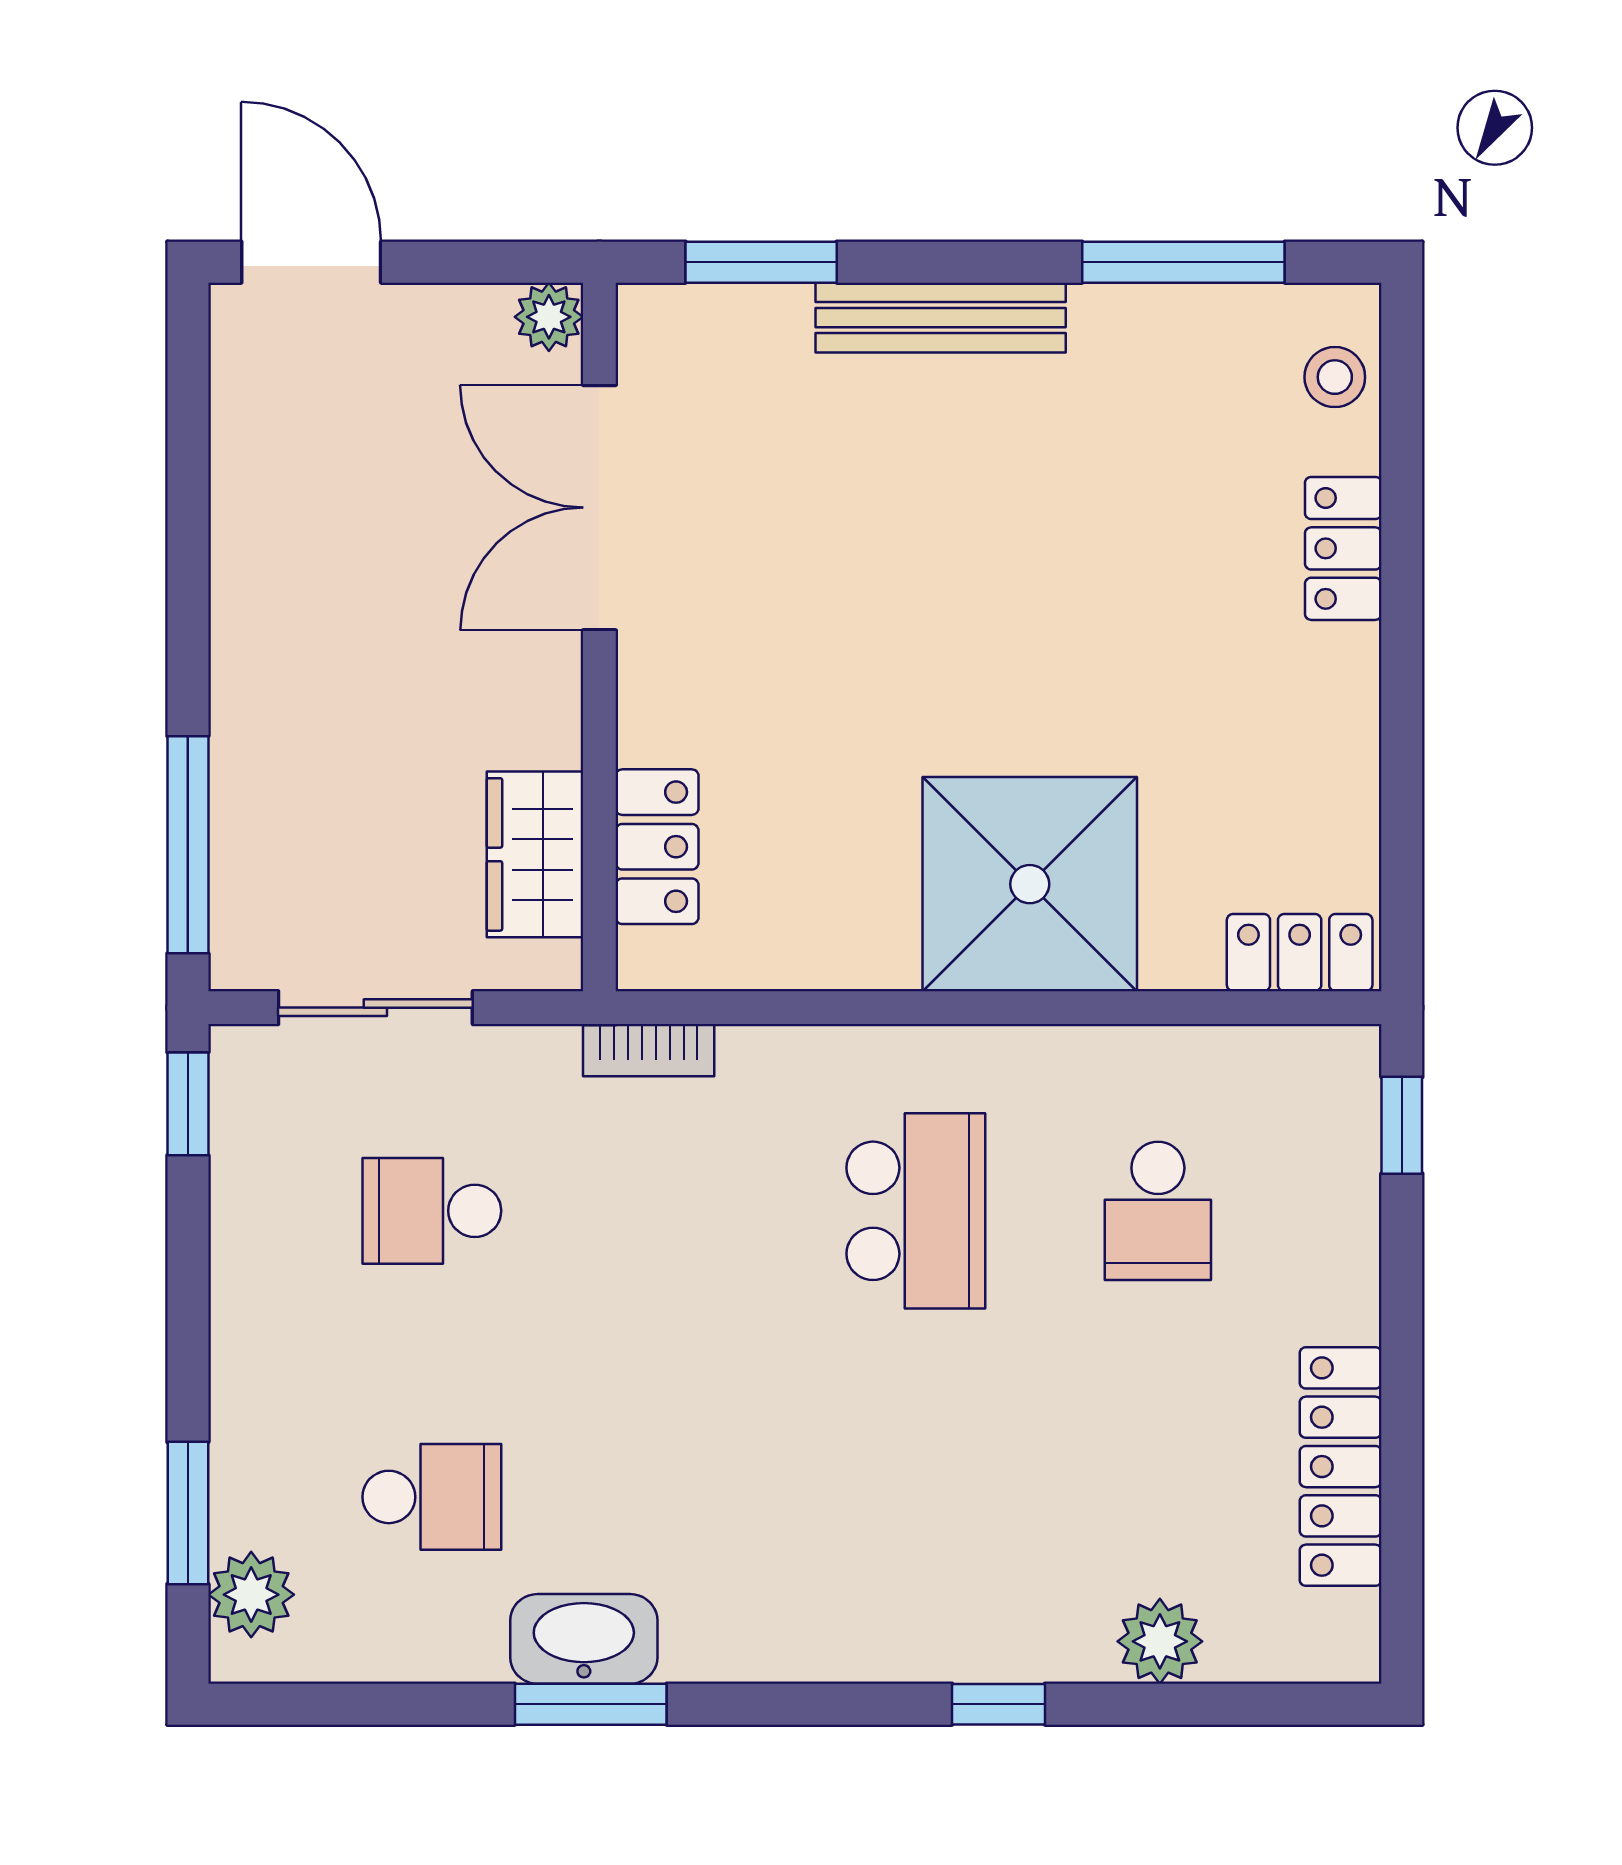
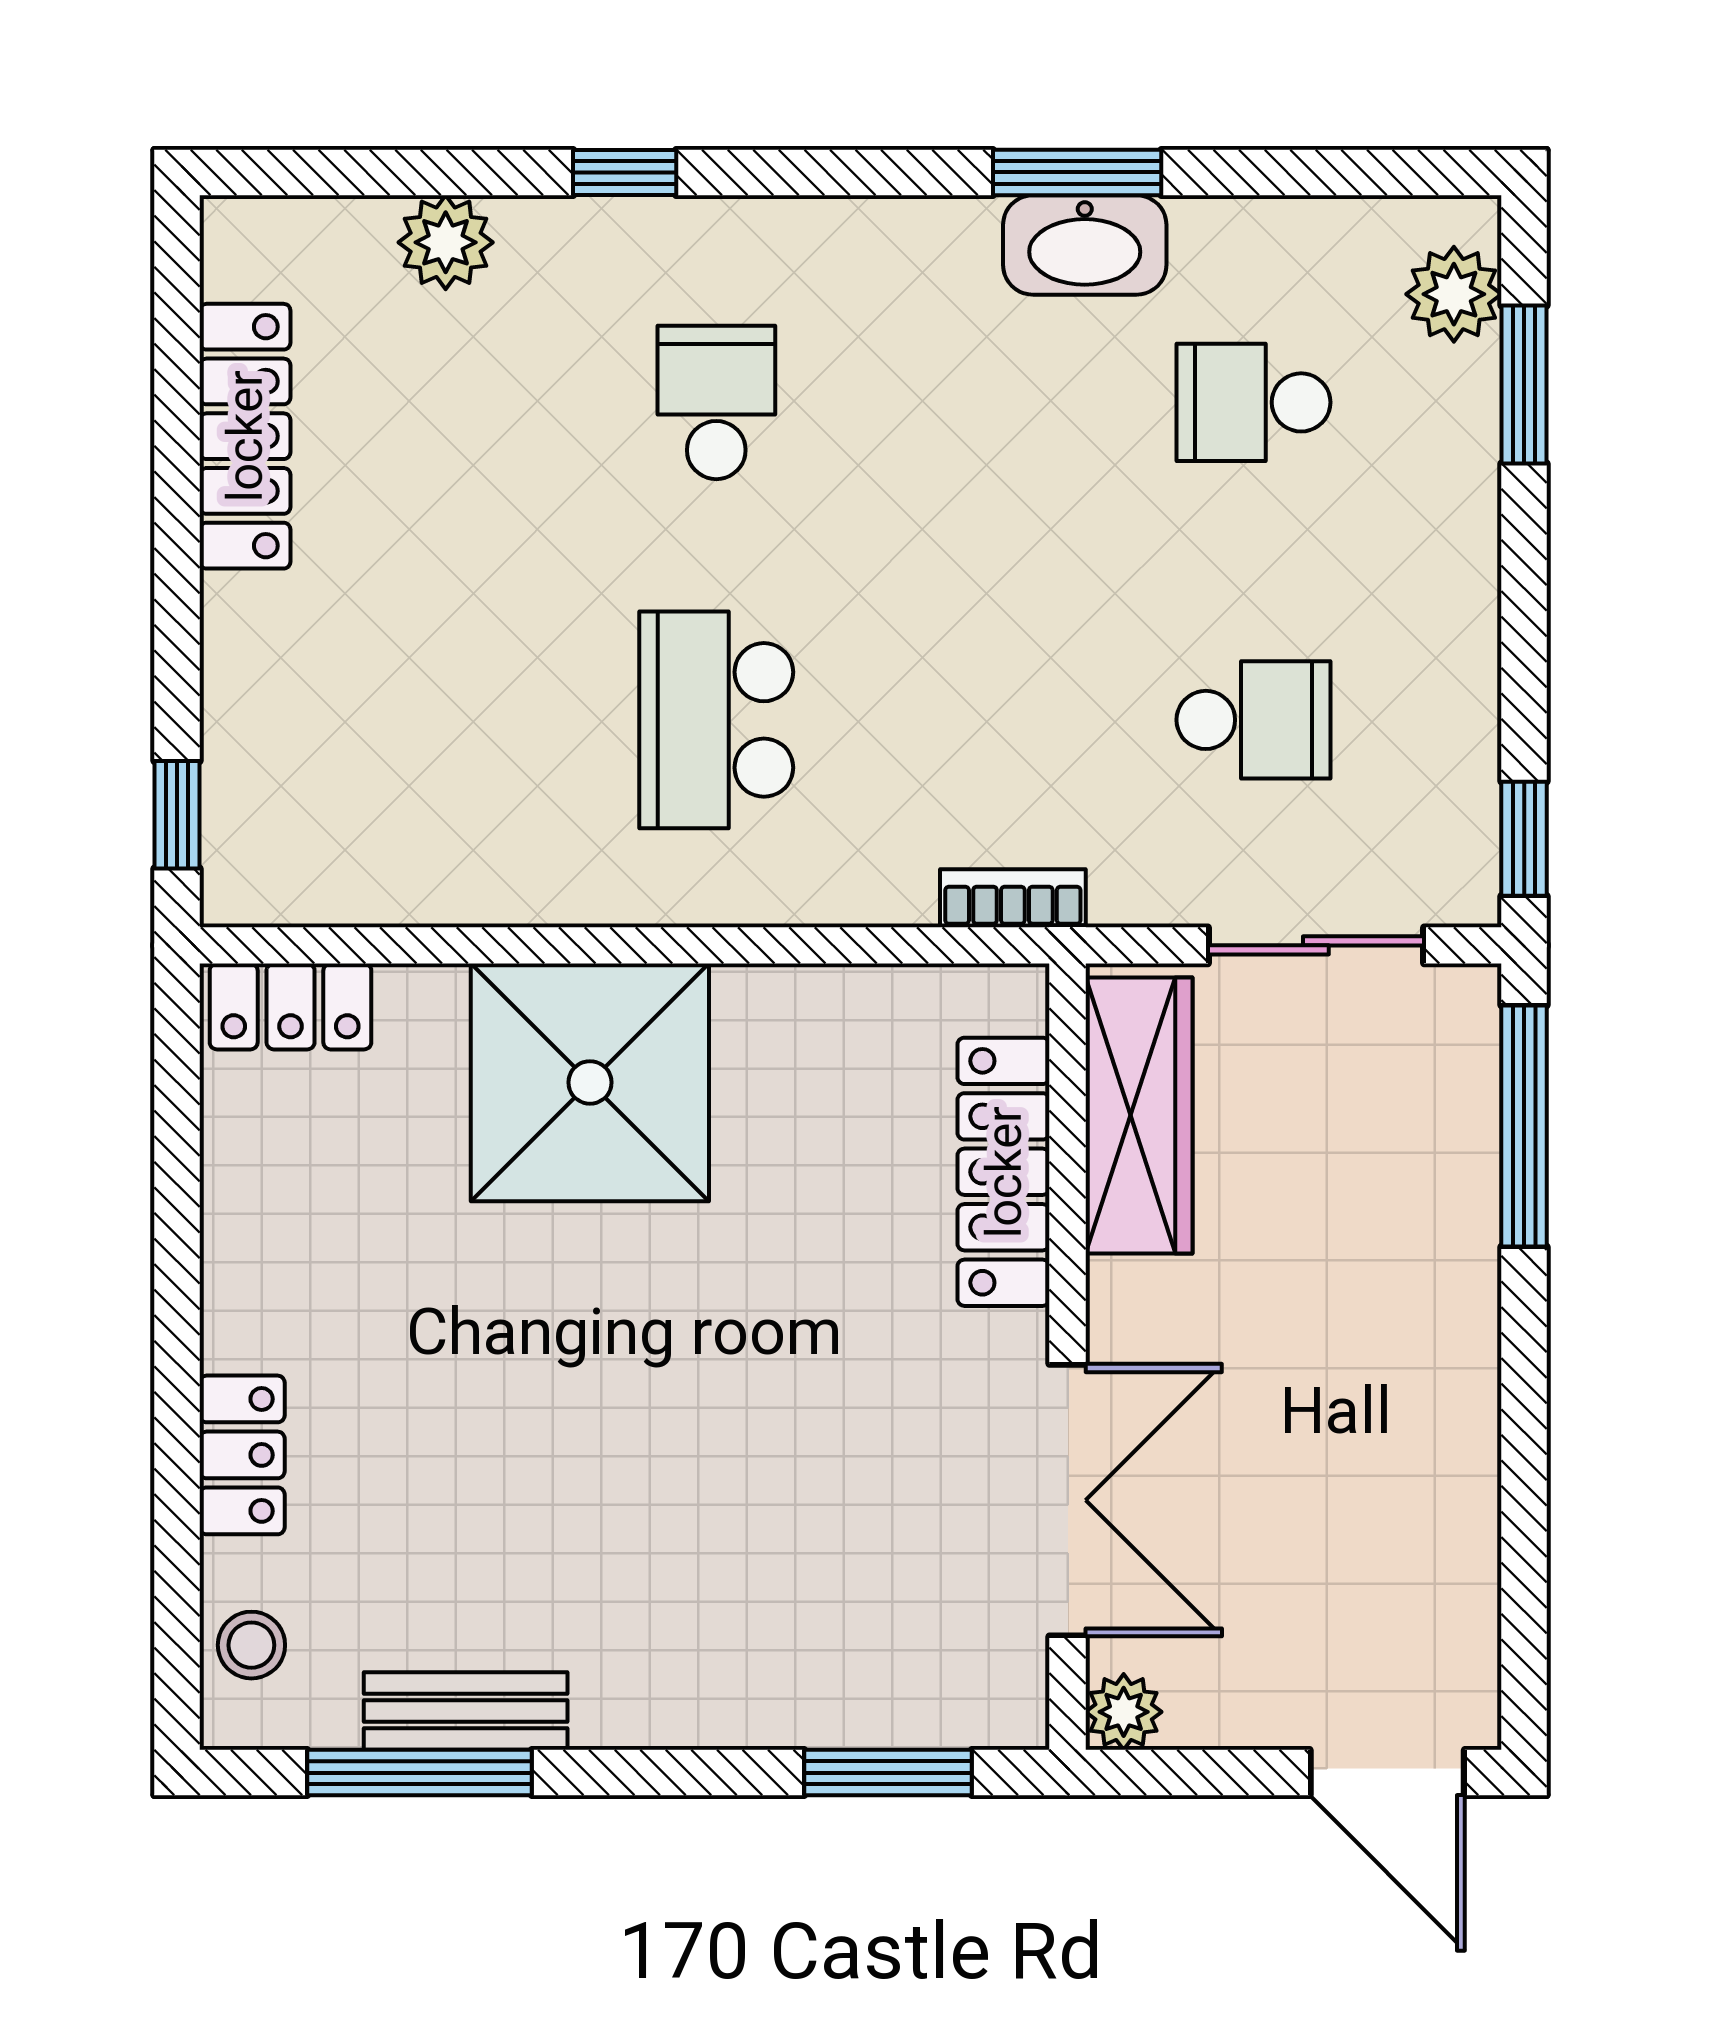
bench: (941, 318) -> (466, 1711), moved, width x0.73
locker: (657, 847) -> (1004, 1172), width x1.53
wardrobe: (535, 854) -> (1139, 1115), width x1.50
school desk: (1158, 1211) -> (716, 402), moved

